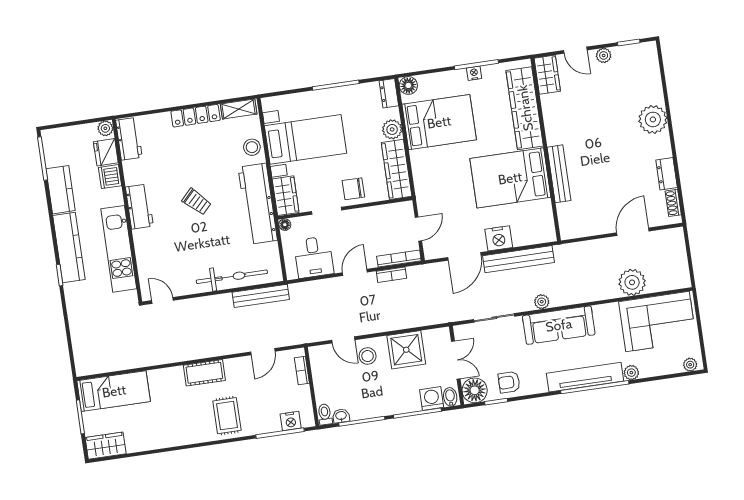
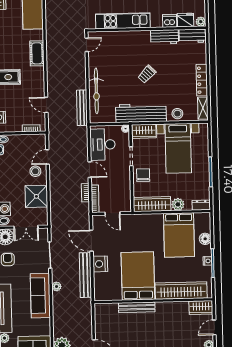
floor lamp: (408, 85) -> (205, 239), moved
workbench: (139, 207) -> (165, 37), moved
desk: (314, 257) -> (103, 145), width x1.37
cot: (204, 373) -> (37, 53), moved

